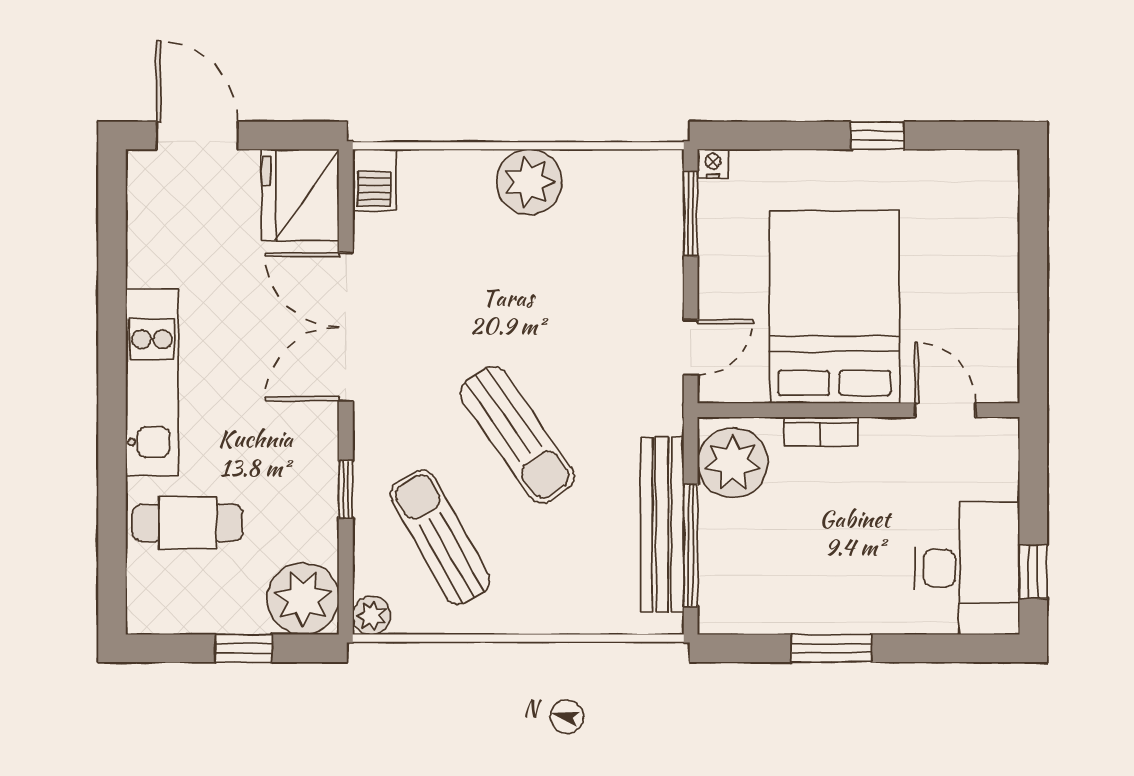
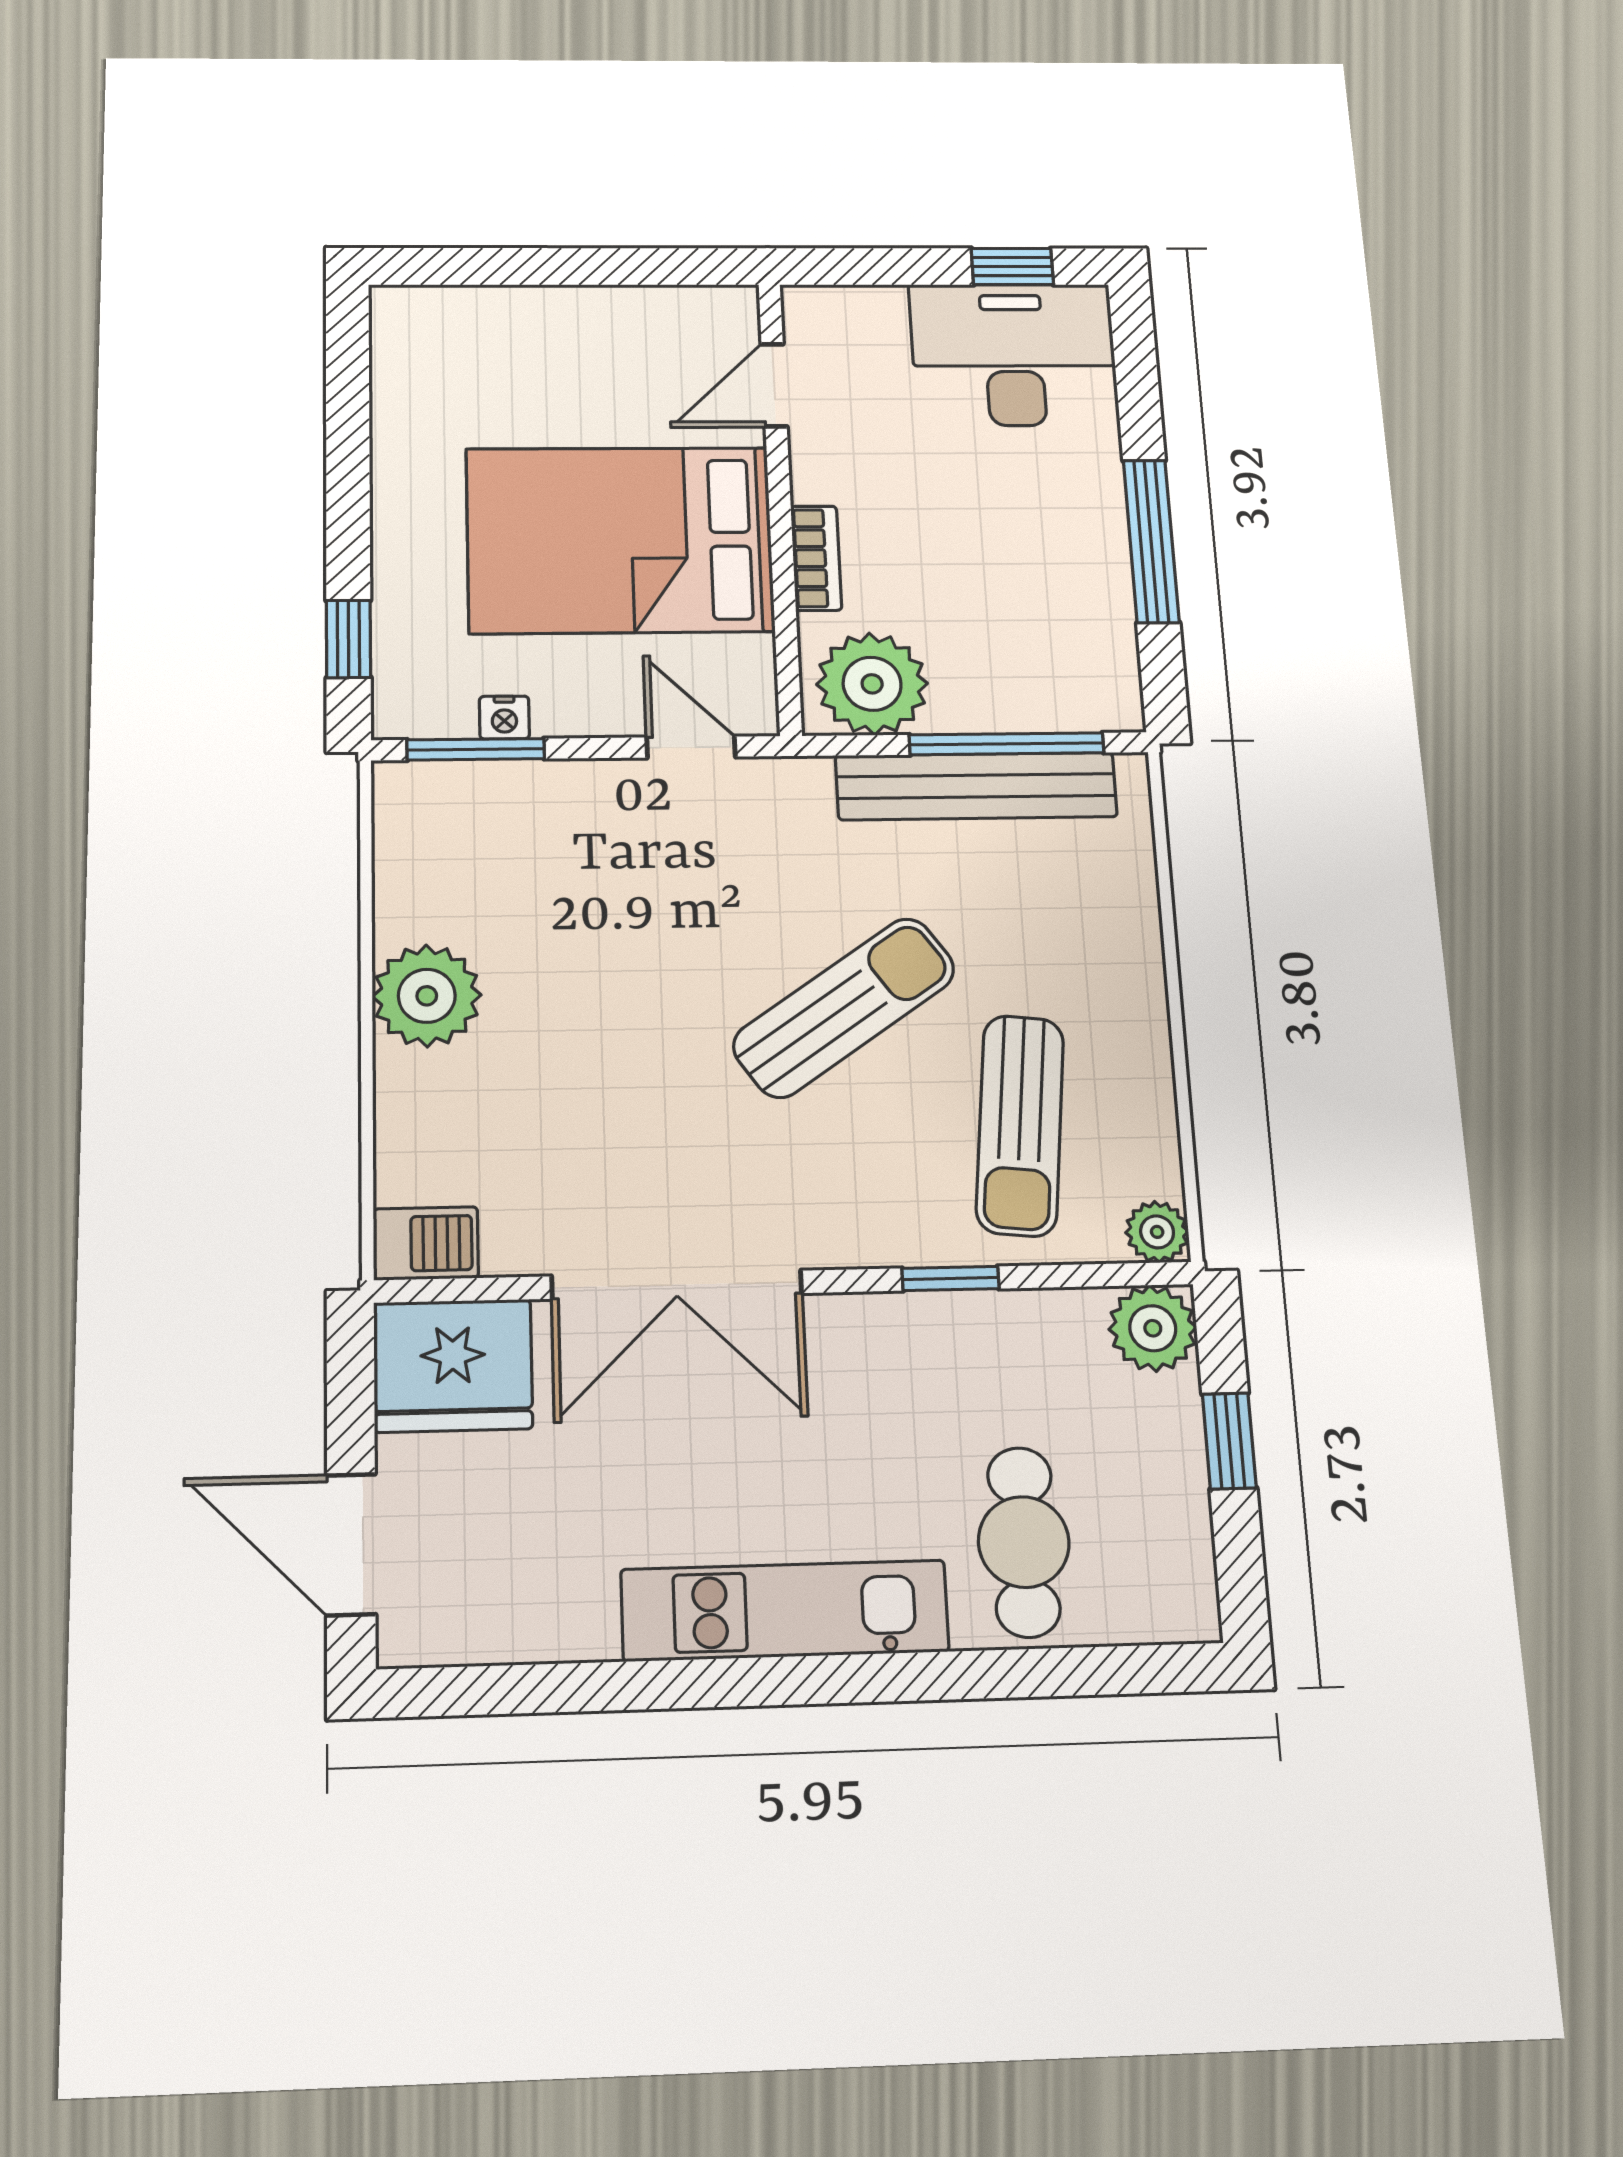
door: (197, 136) -> (351, 1544), hinge flipped
window: (877, 136) -> (348, 639), moved
nightstand: (713, 164) -> (504, 718), moved, turned -90
sun lounger: (440, 537) -> (1020, 1125), turned -55
plant: (303, 599) -> (1153, 1328), width x0.73, depth x0.73
window: (831, 648) -> (1151, 541), width x1.44

